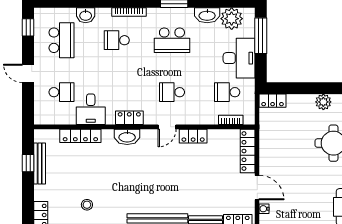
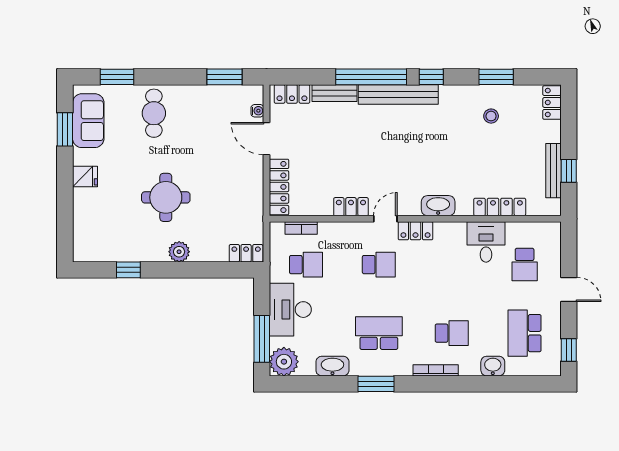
plant: (232, 19) -> (284, 362), moved
school desk: (62, 92) -> (525, 265), turned -90
locker: (129, 118) -> (416, 231), moved

